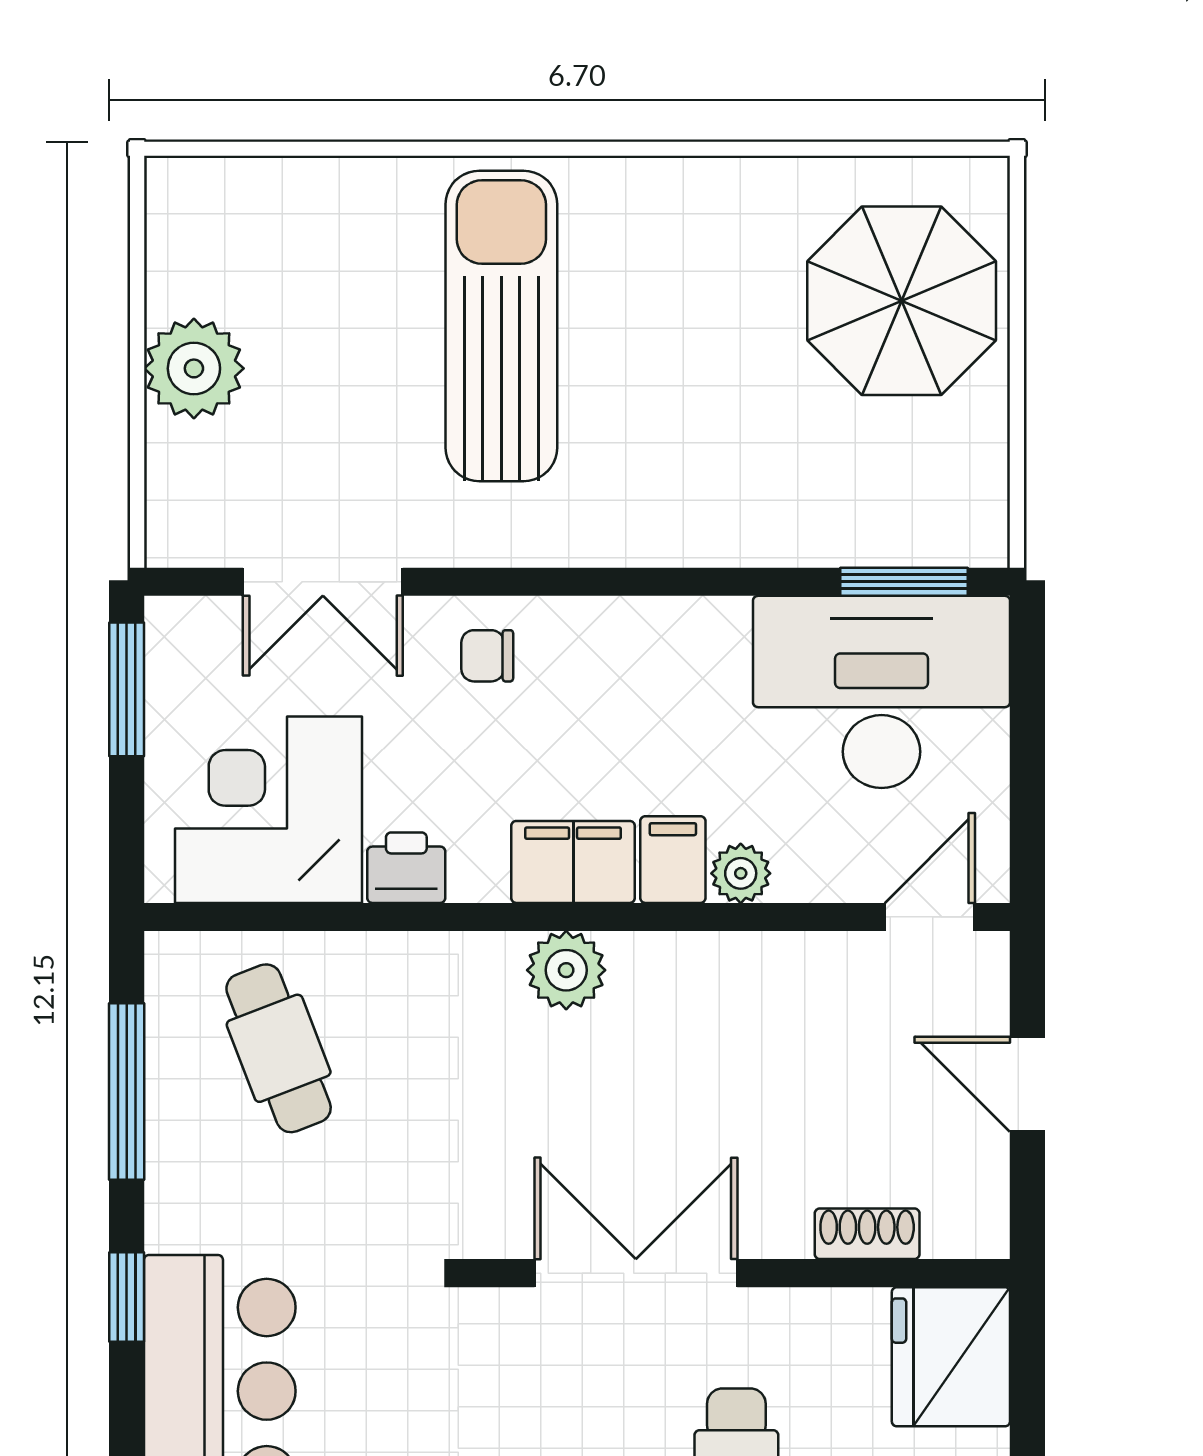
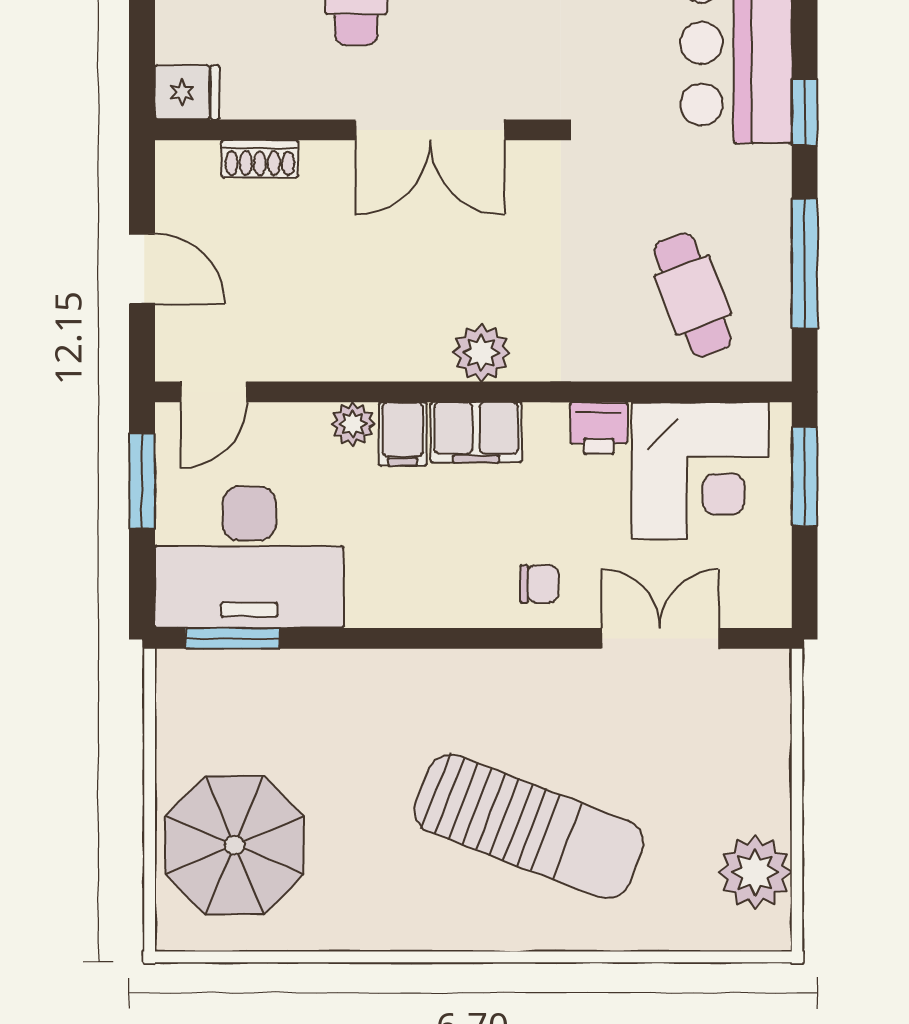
sun lounger: (501, 326) -> (529, 826), turned -69
plant: (194, 368) -> (755, 872), moved
window: (127, 689) -> (805, 476), moved
window: (1027, 796) -> (142, 481), added
fridge: (951, 1357) -> (187, 92), width x0.53, depth x0.75

